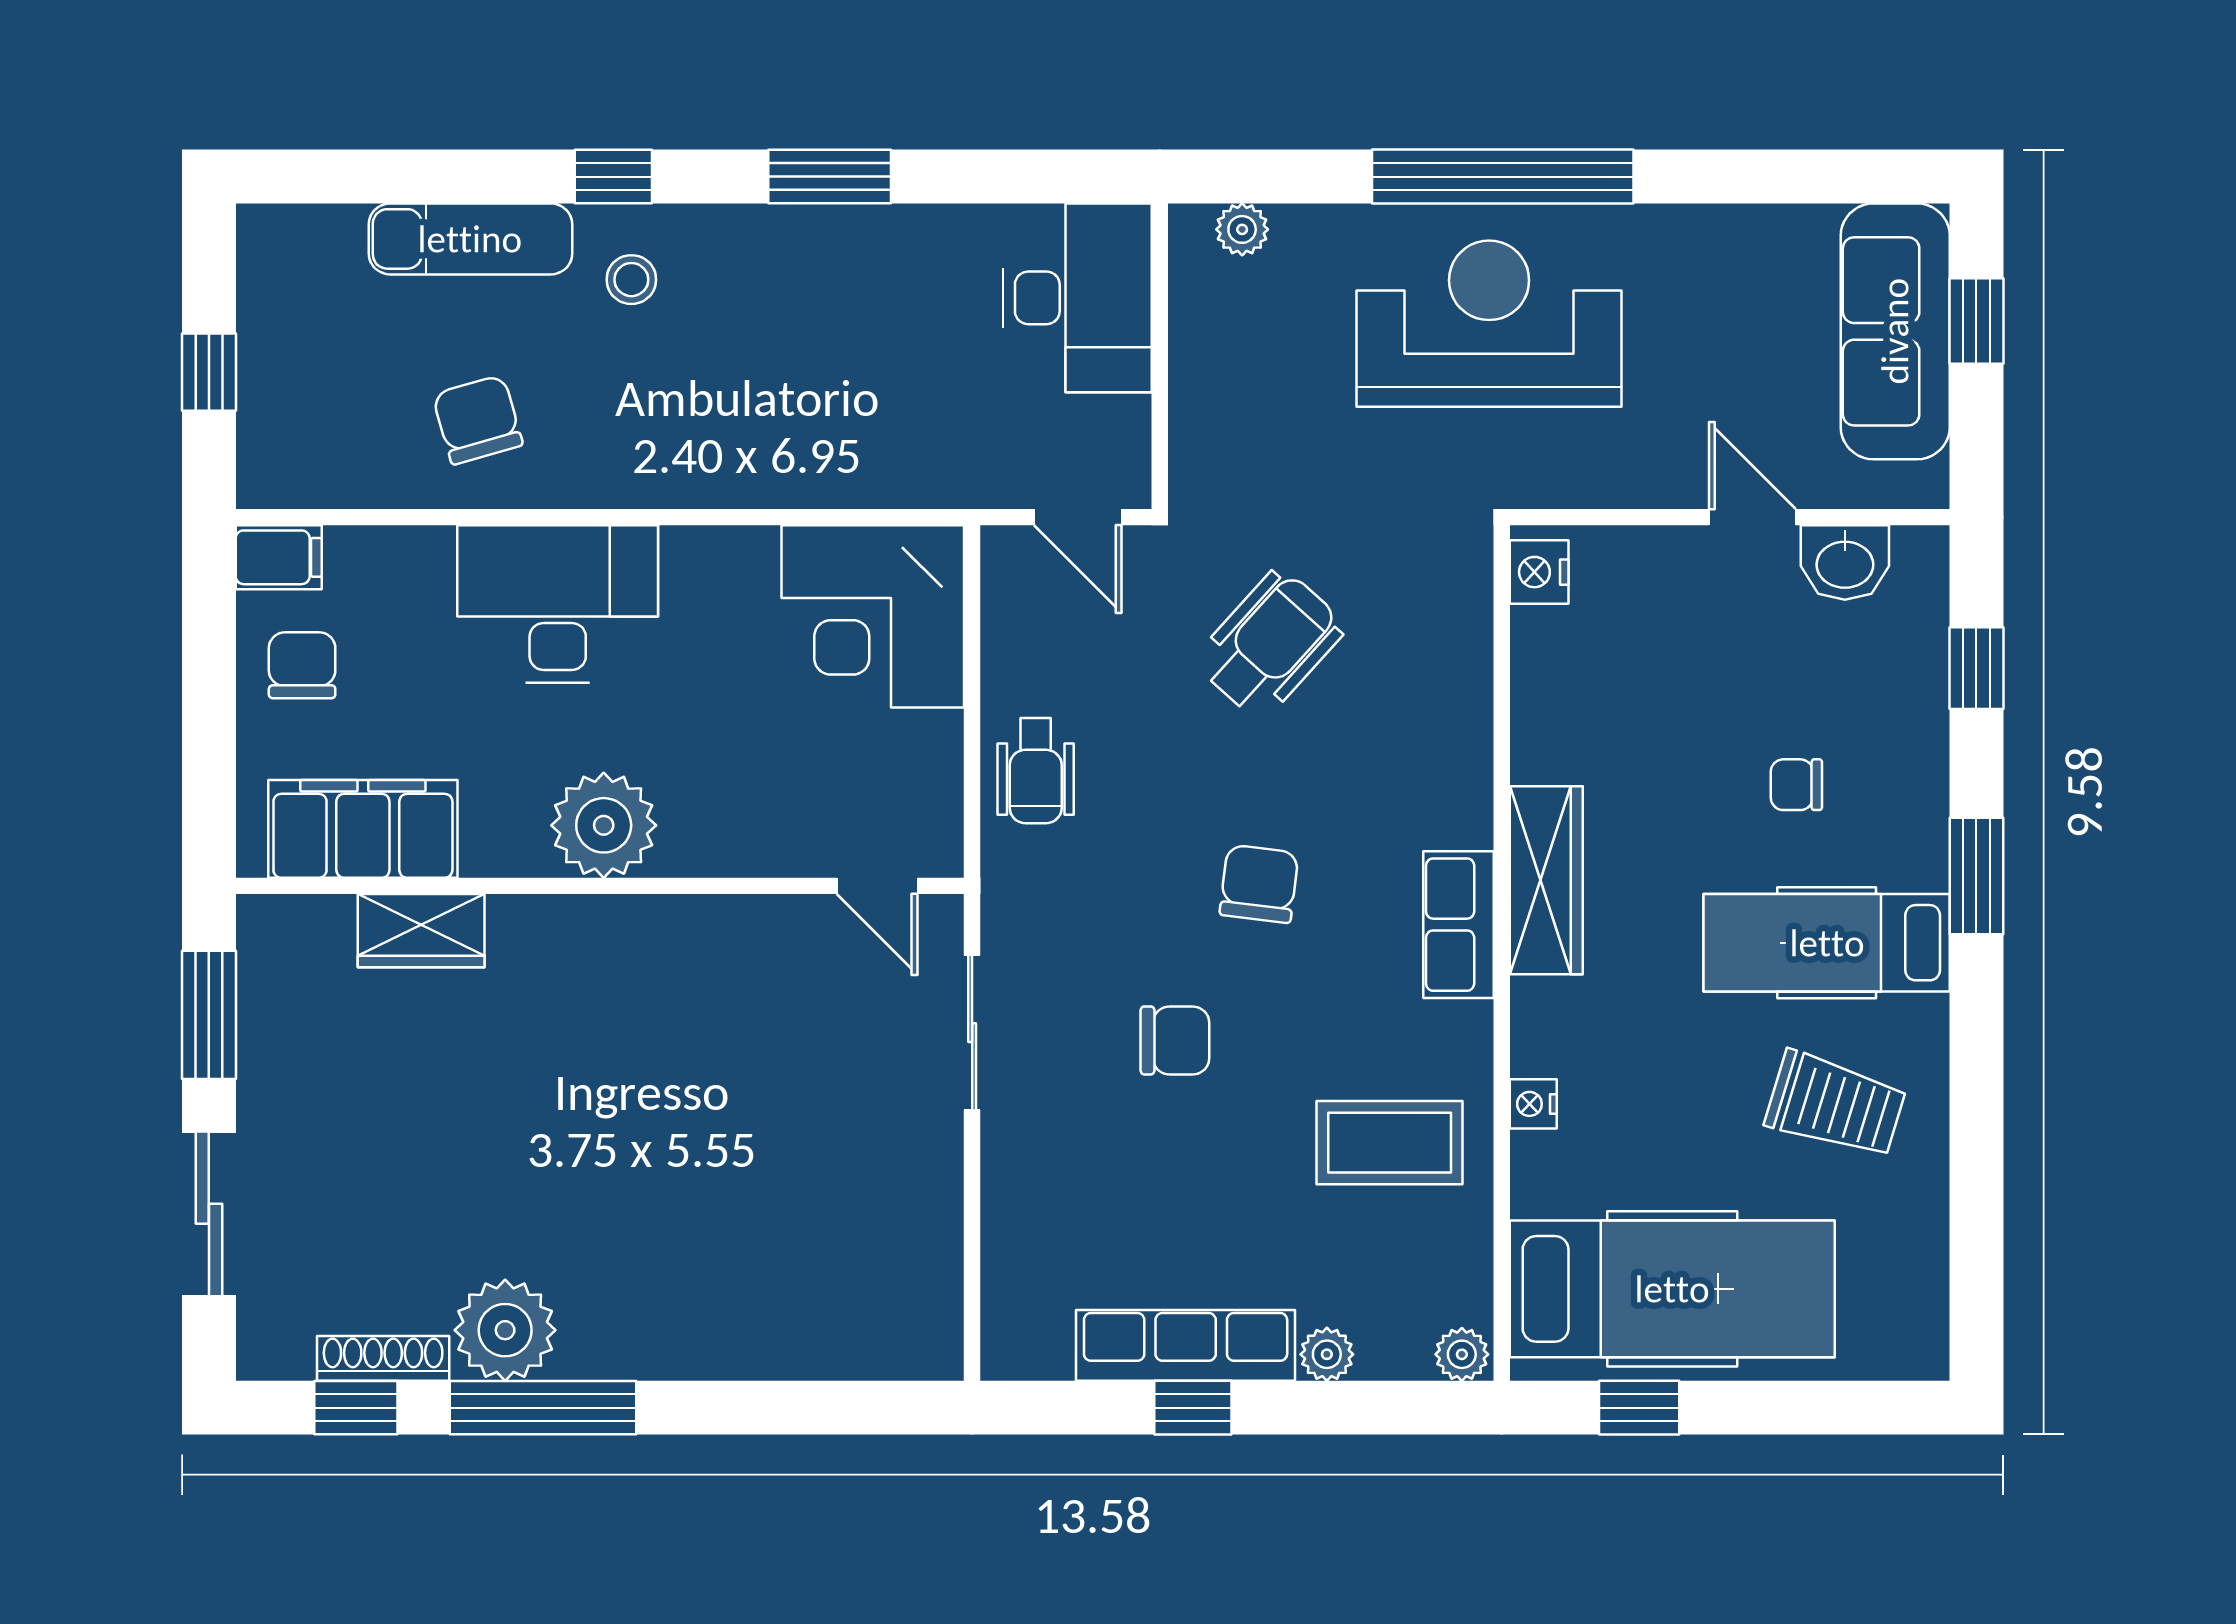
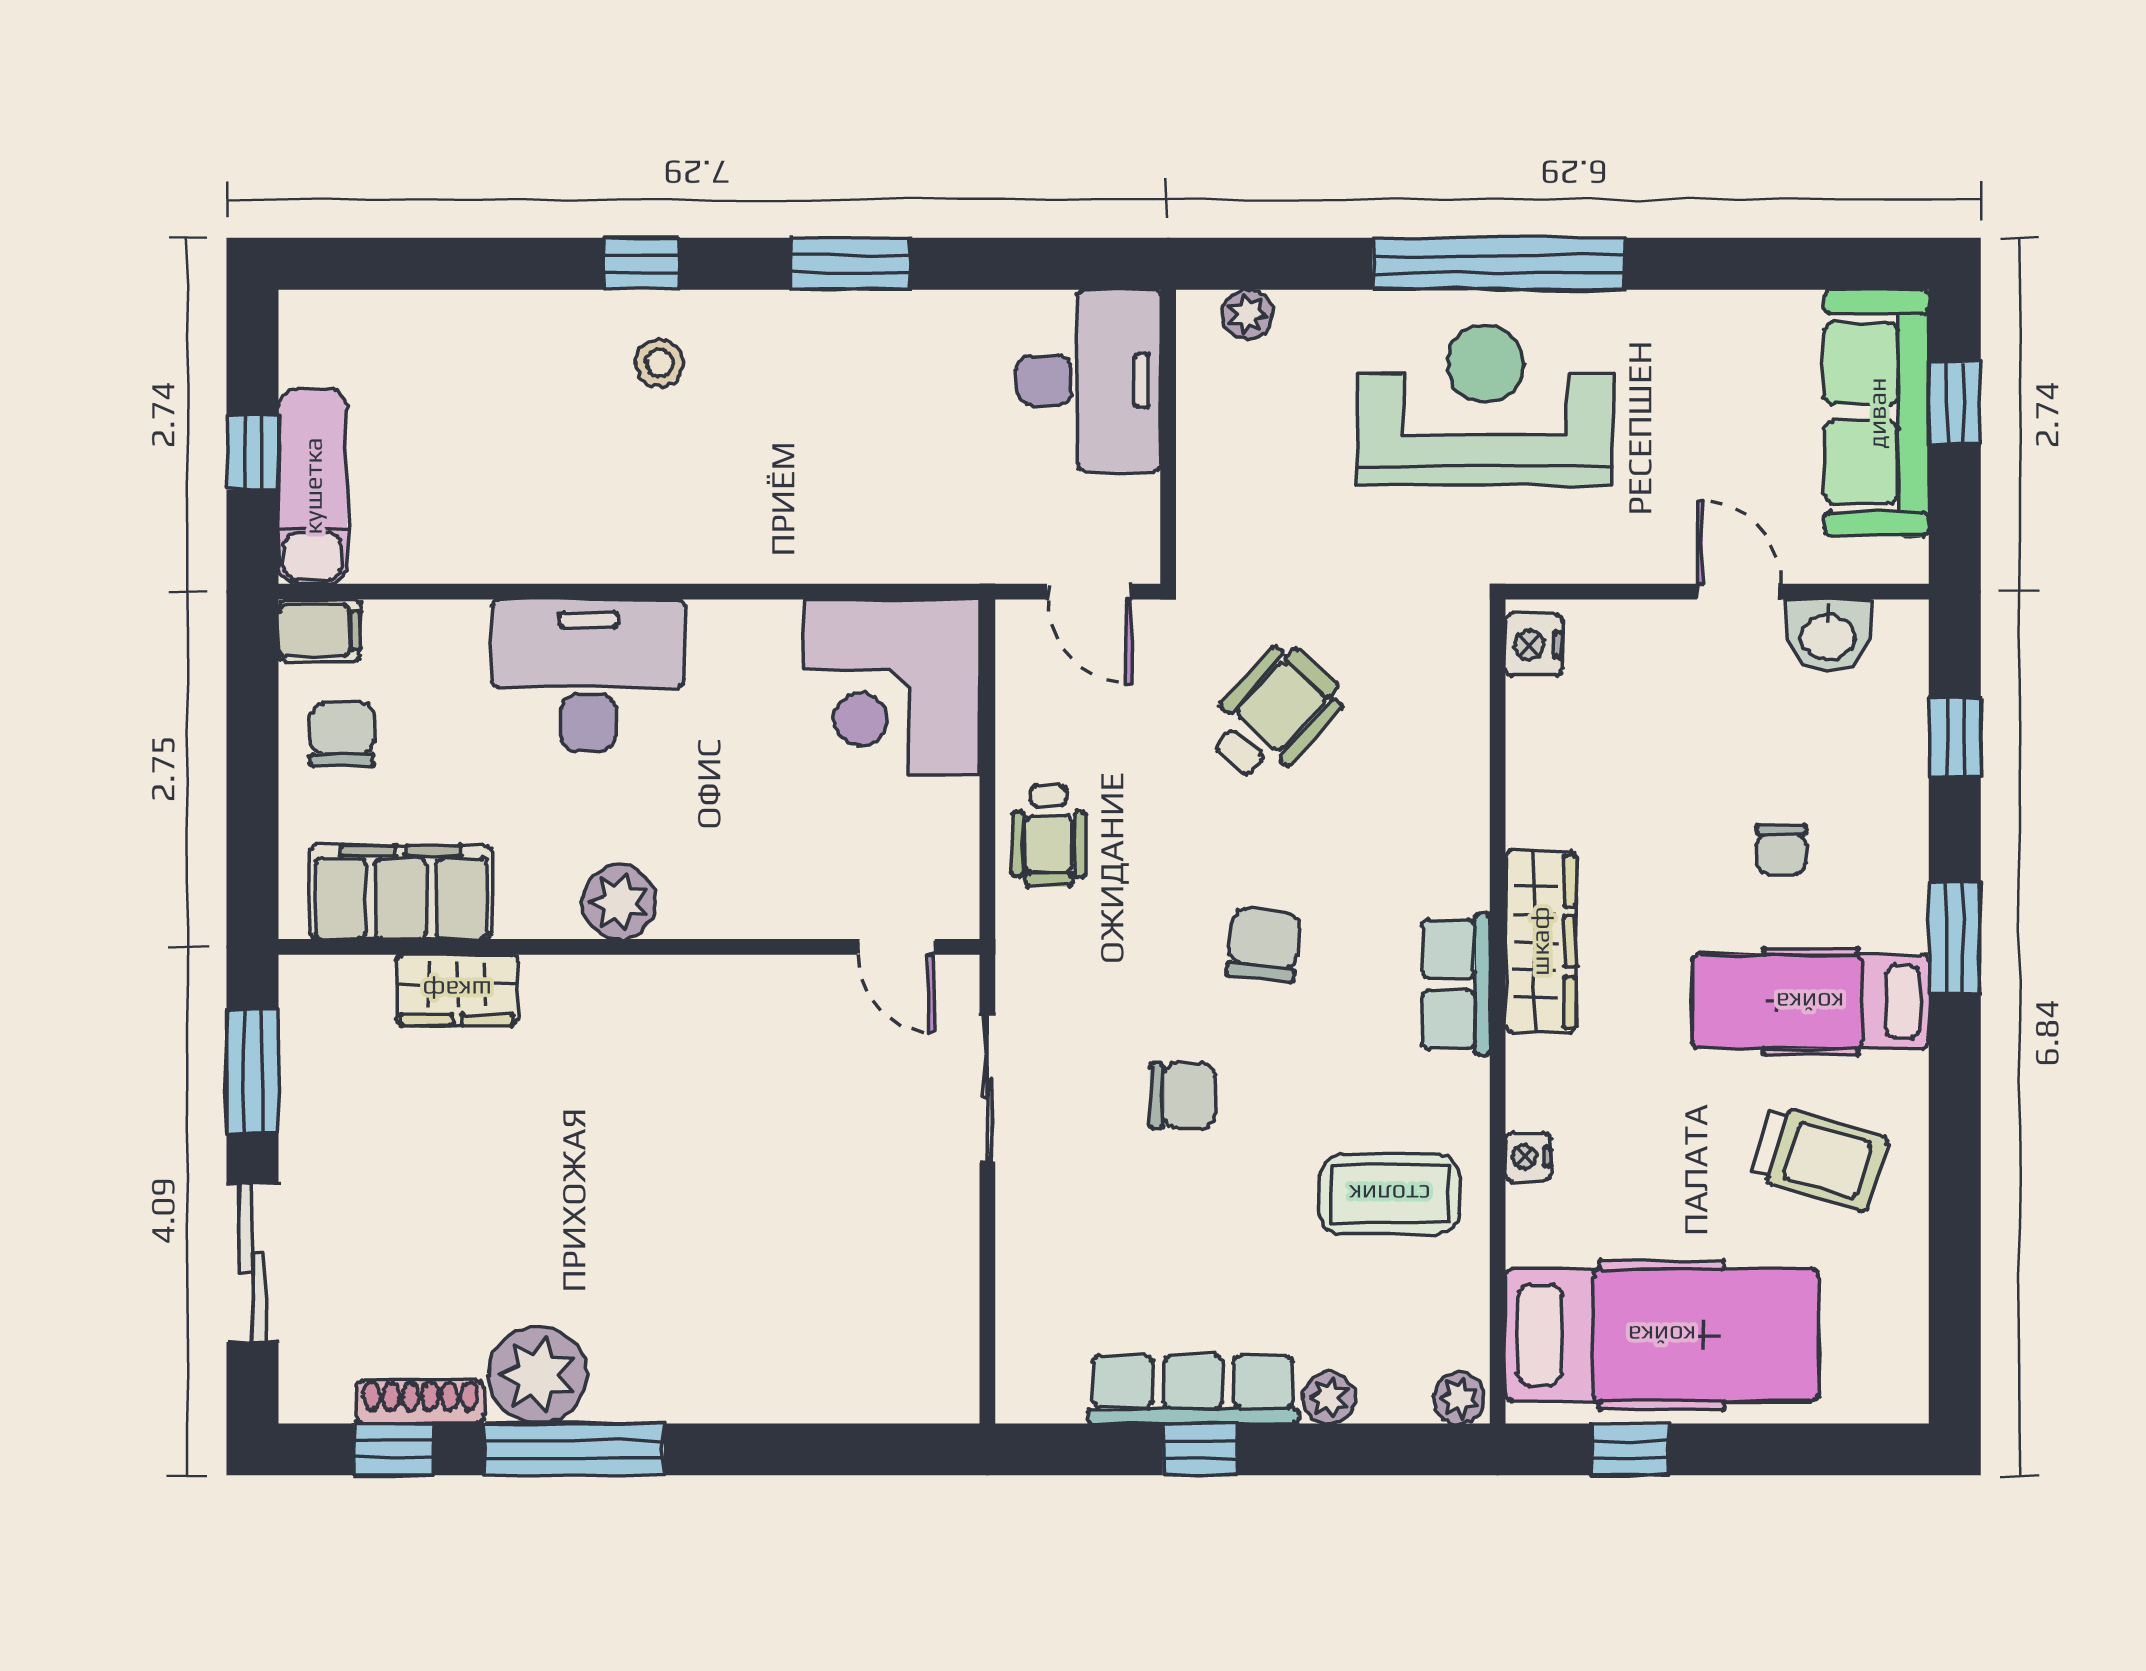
exam couch: (470, 239) -> (313, 486), moved, turned -90
chair: (478, 420) -> (511, 498), removed
chair: (1796, 785) -> (1781, 849), turned -90
plant: (604, 825) -> (619, 902), width x0.73, depth x0.73

